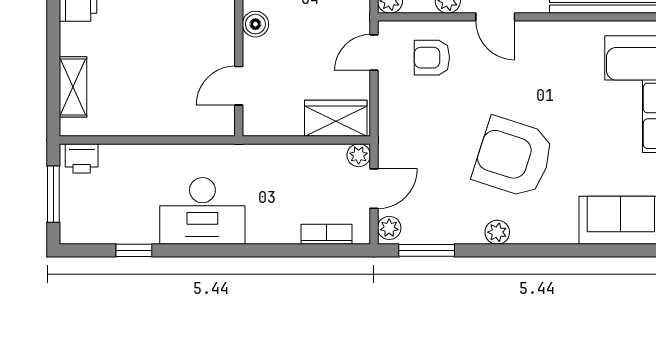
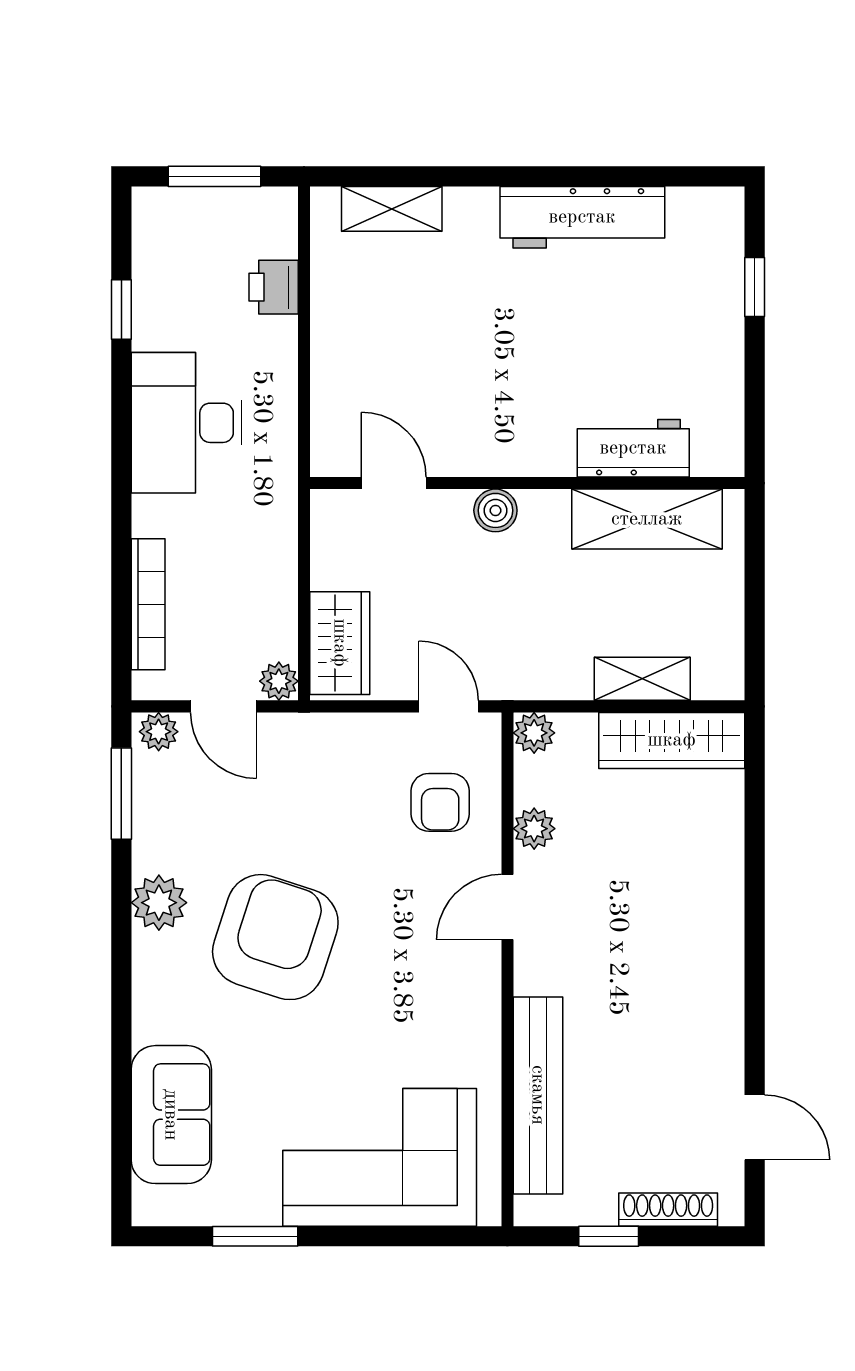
armchair: (432, 58) -> (440, 802), turned 180
printer: (82, 158) -> (274, 287), moved
plant: (497, 232) -> (159, 903), width x1.38, depth x1.38
bookcase: (326, 234) -> (148, 604), width x1.56

